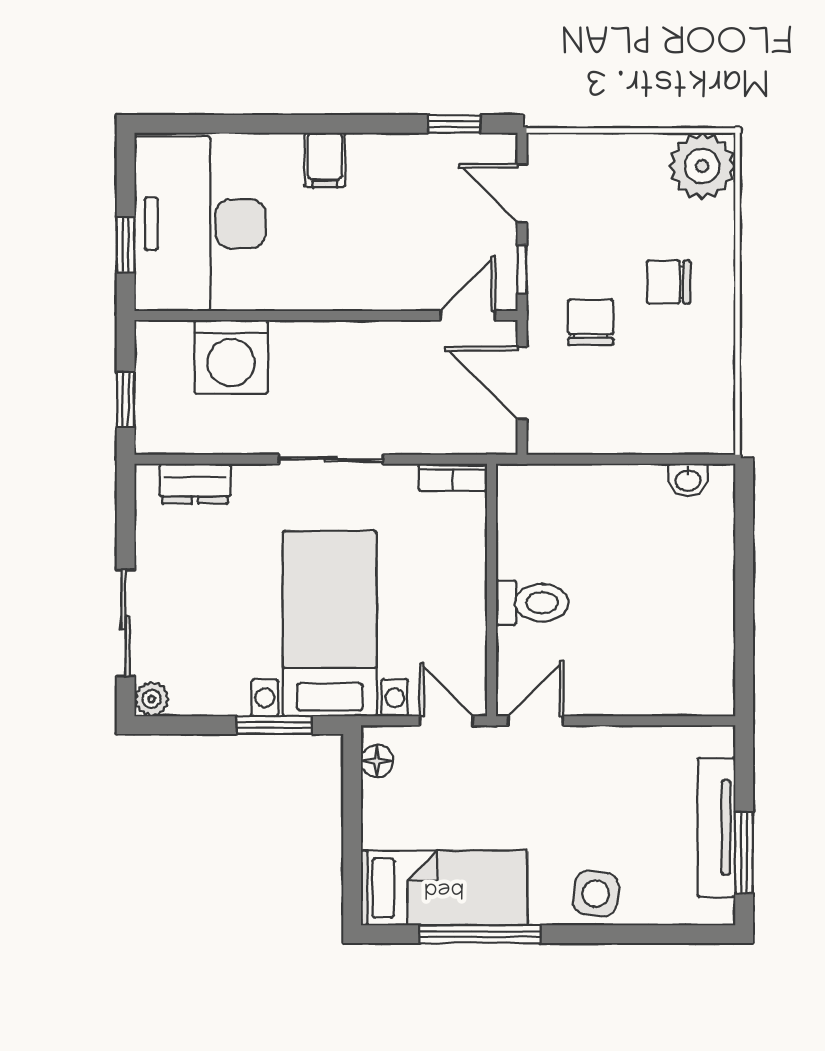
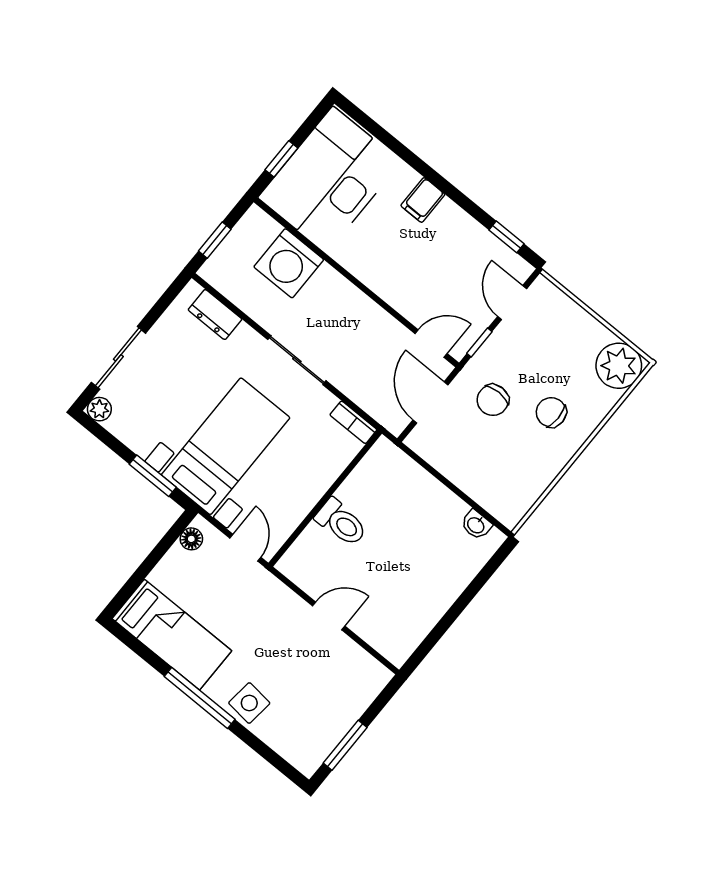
chair: (591, 322) -> (493, 400), turned 180
door: (536, 721) -> (329, 616), moved
tv unit: (717, 828) -> (341, 720), removed
window: (480, 934) -> (200, 698), moved

